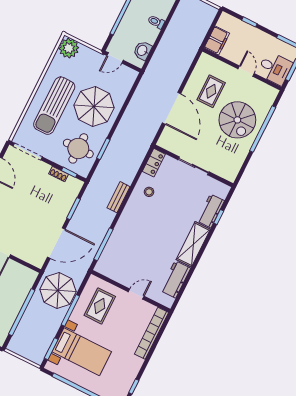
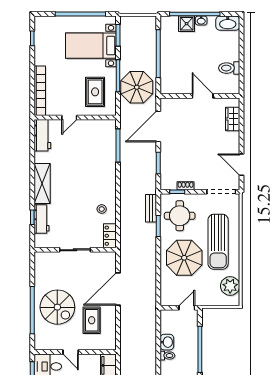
plant: (69, 48) -> (230, 286), moved
washbasin: (142, 51) -> (167, 342), moved
sun lounger: (54, 106) -> (218, 242), turned 180
door: (172, 108) -> (118, 289), hinge flipped
spiral stairs: (237, 120) -> (57, 307), turned 180
bench: (118, 197) -> (151, 208), moved
workbench: (175, 279) -> (42, 135), moved

